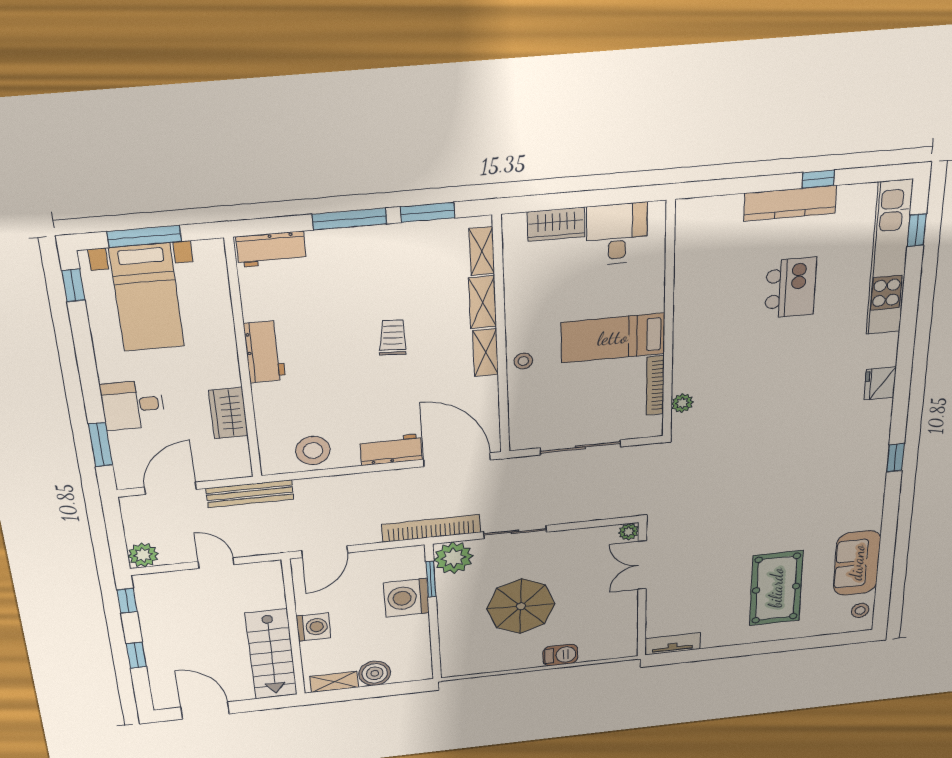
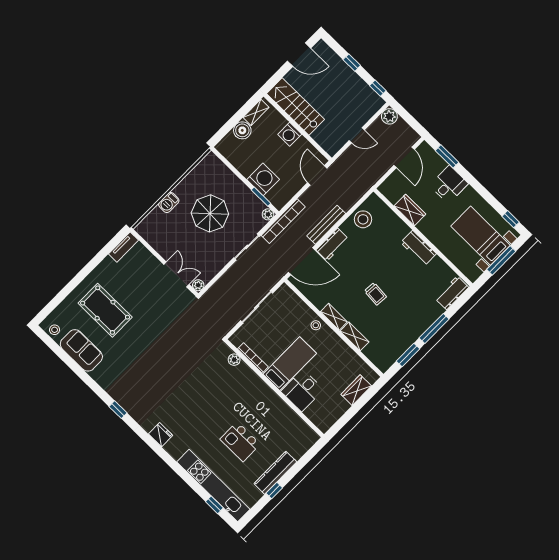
desk: (617, 234) -> (302, 390), moved, turned 90
shelving: (482, 251) -> (374, 357), removed
bench: (250, 494) -> (326, 225), moved
plant: (453, 558) -> (268, 214), width x0.53, depth x0.53

